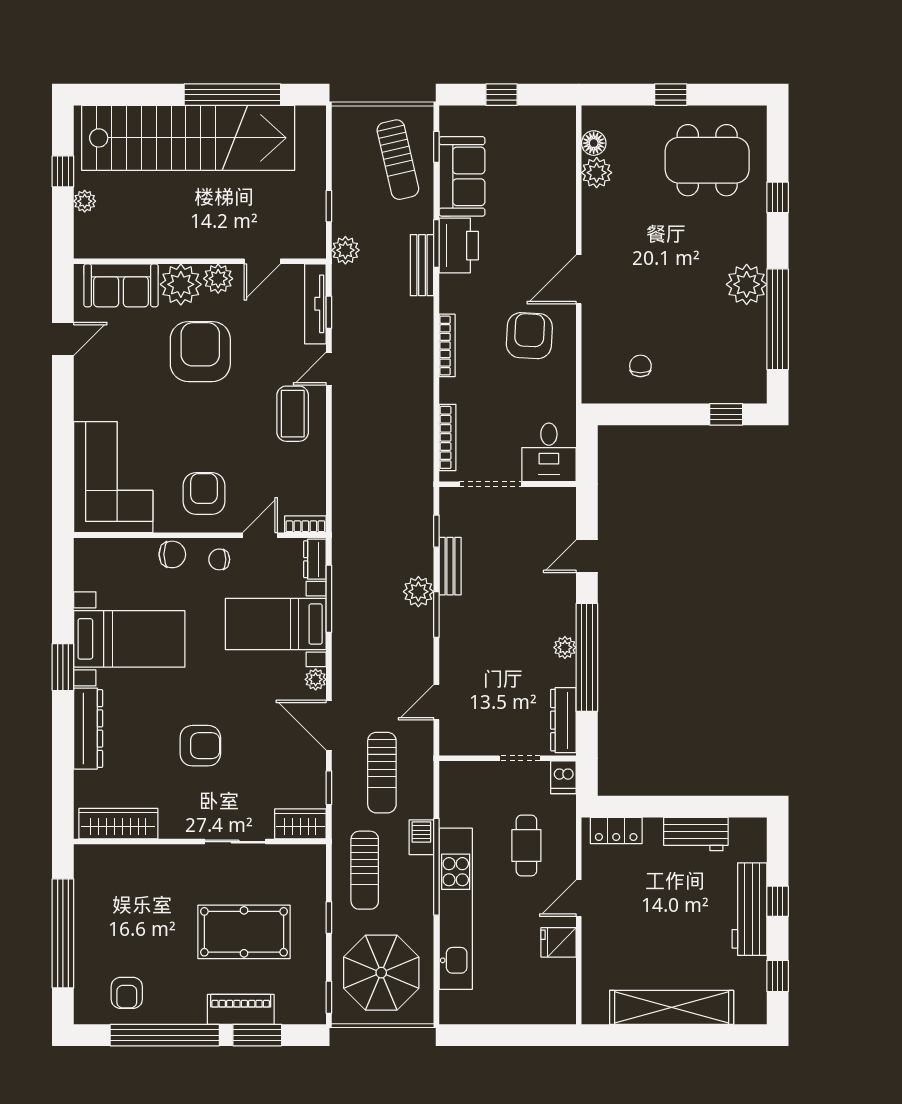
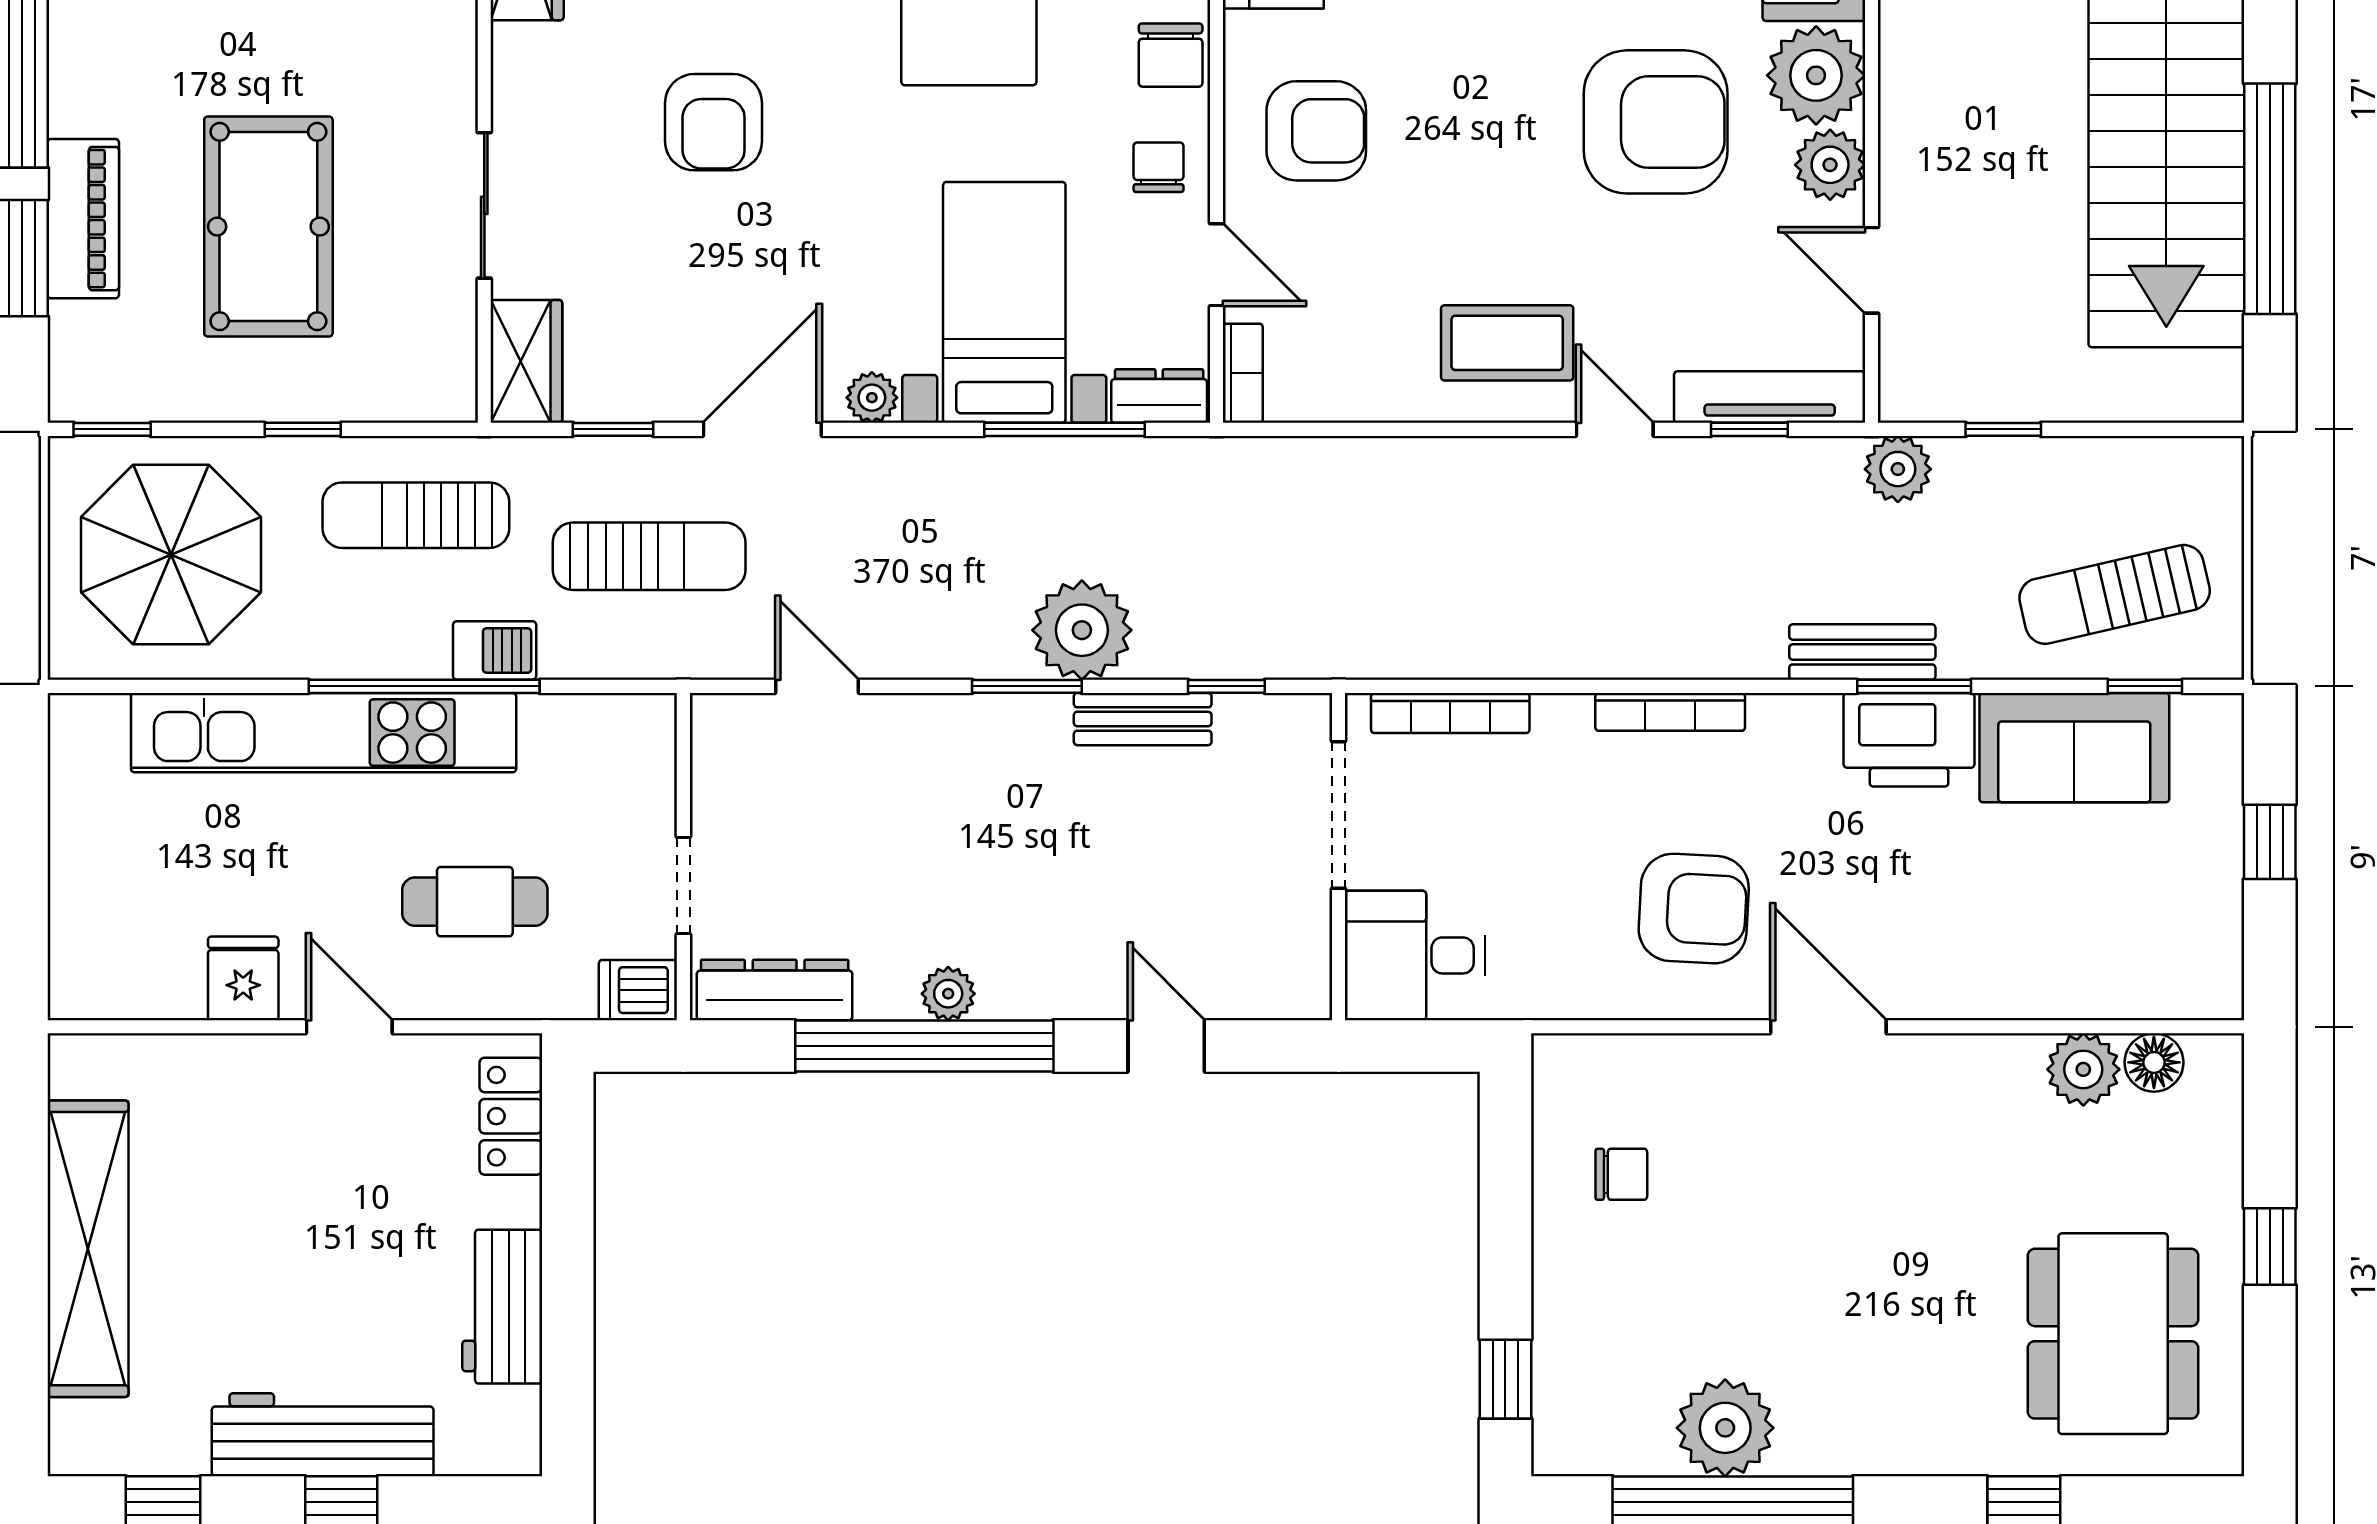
plant: (747, 284) -> (1725, 1428), moved
plant: (418, 592) -> (1082, 630), width x1.36, depth x1.36
sun lounger: (382, 773) -> (649, 556), turned 180

